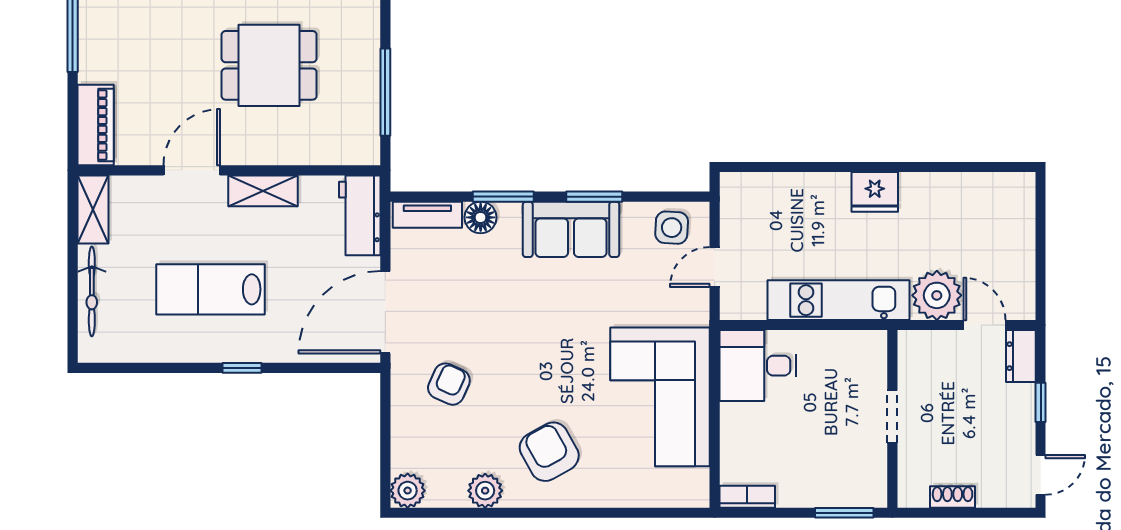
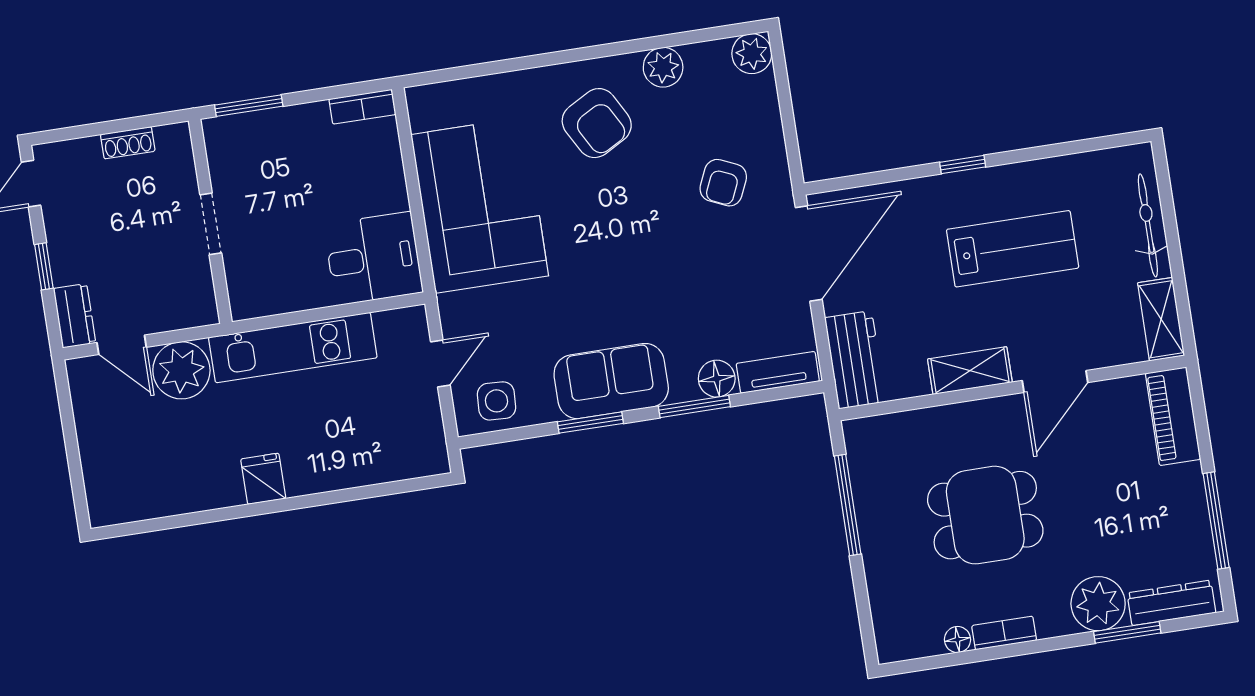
fridge: (875, 192) -> (263, 479), width x0.72

